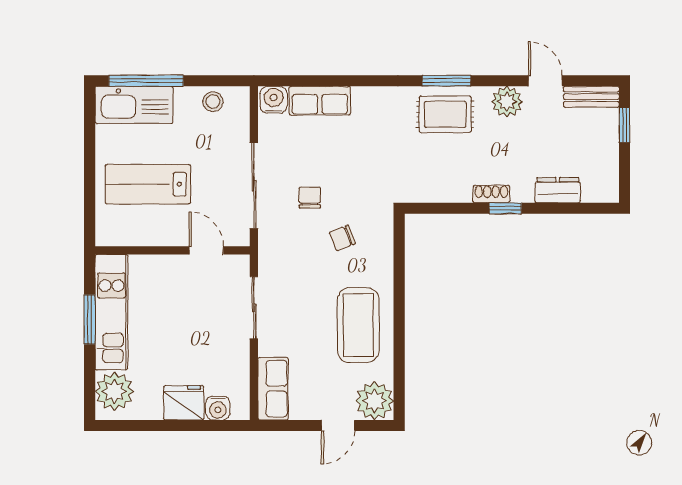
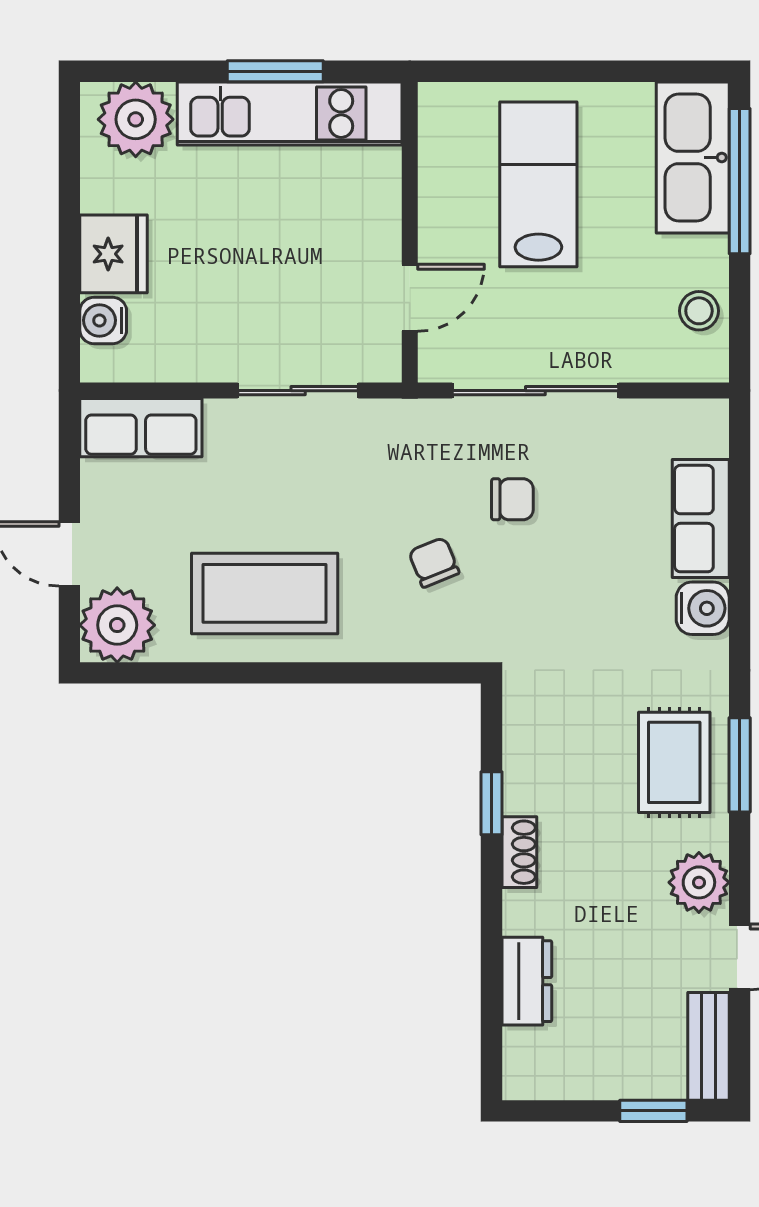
water cooler: (274, 100) -> (703, 608), moved
window: (505, 208) -> (492, 803), moved

